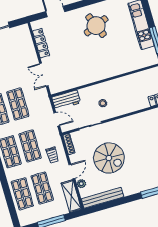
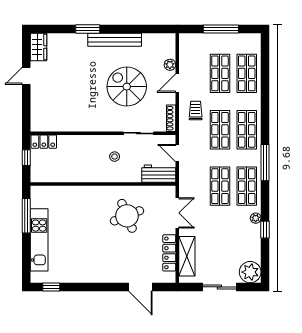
round table: (96, 26) -> (127, 216), moved
shelving: (71, 196) -> (187, 256), moved
bench: (103, 198) -> (115, 40), moved

